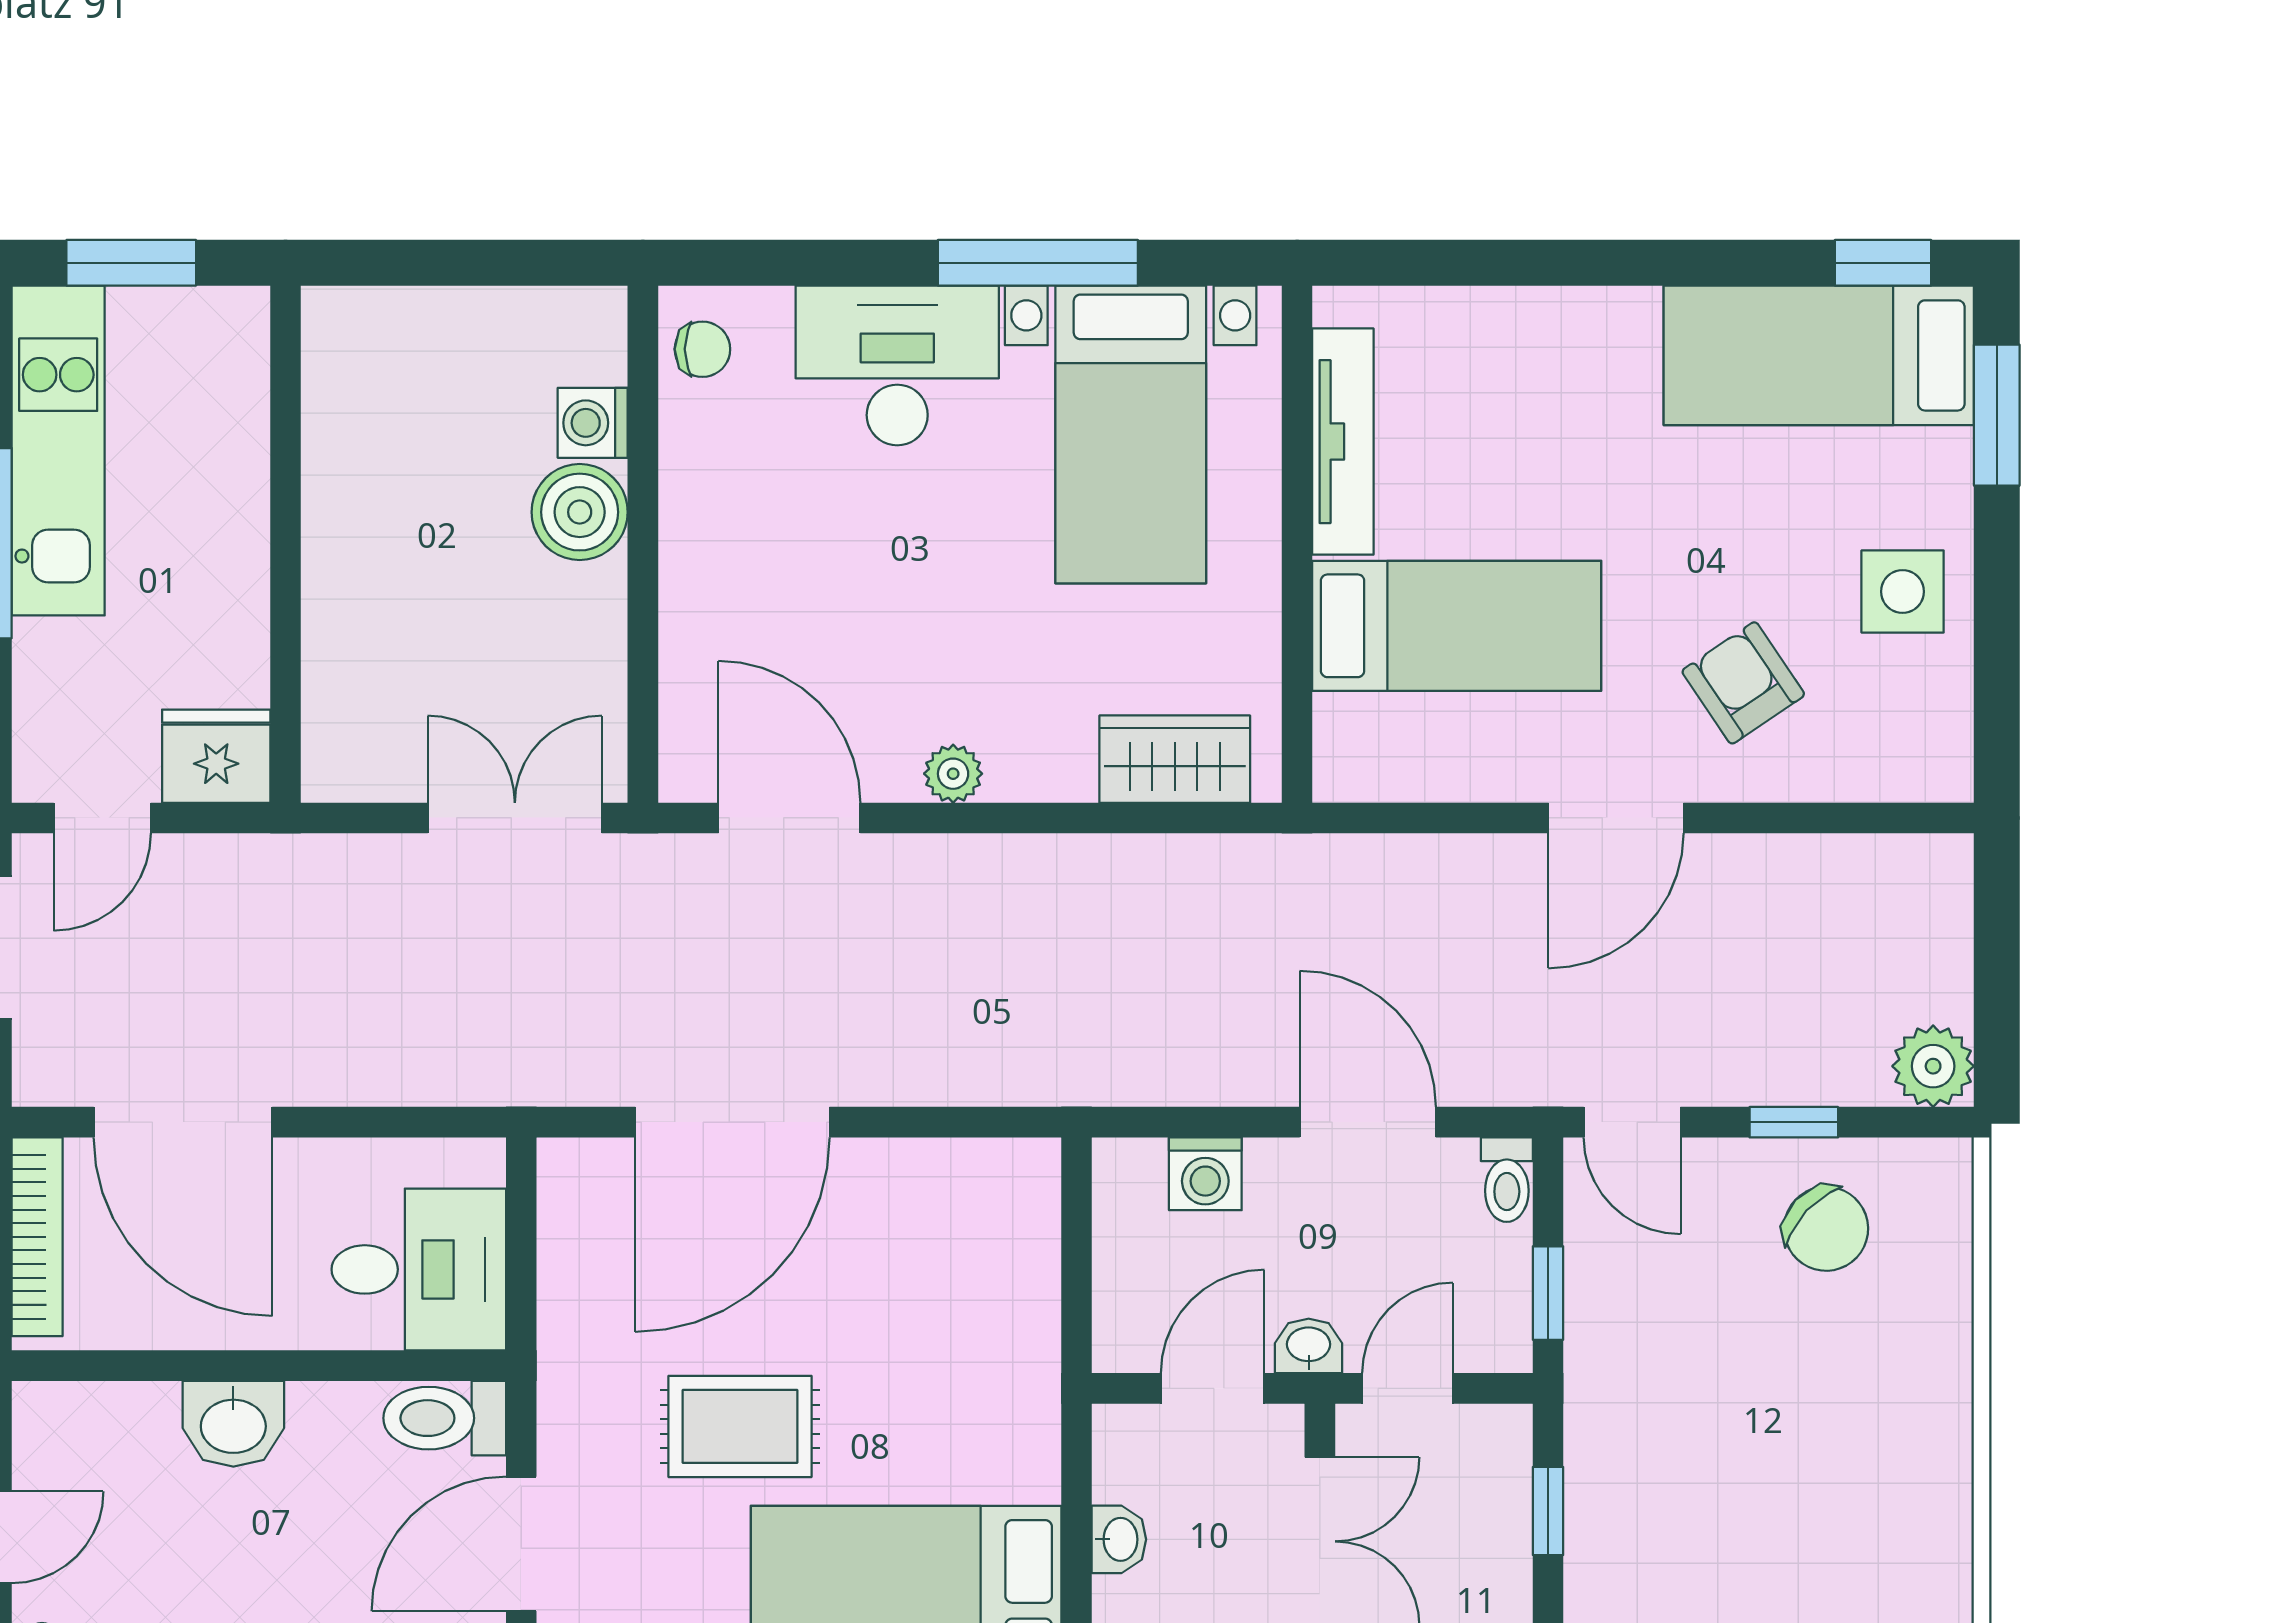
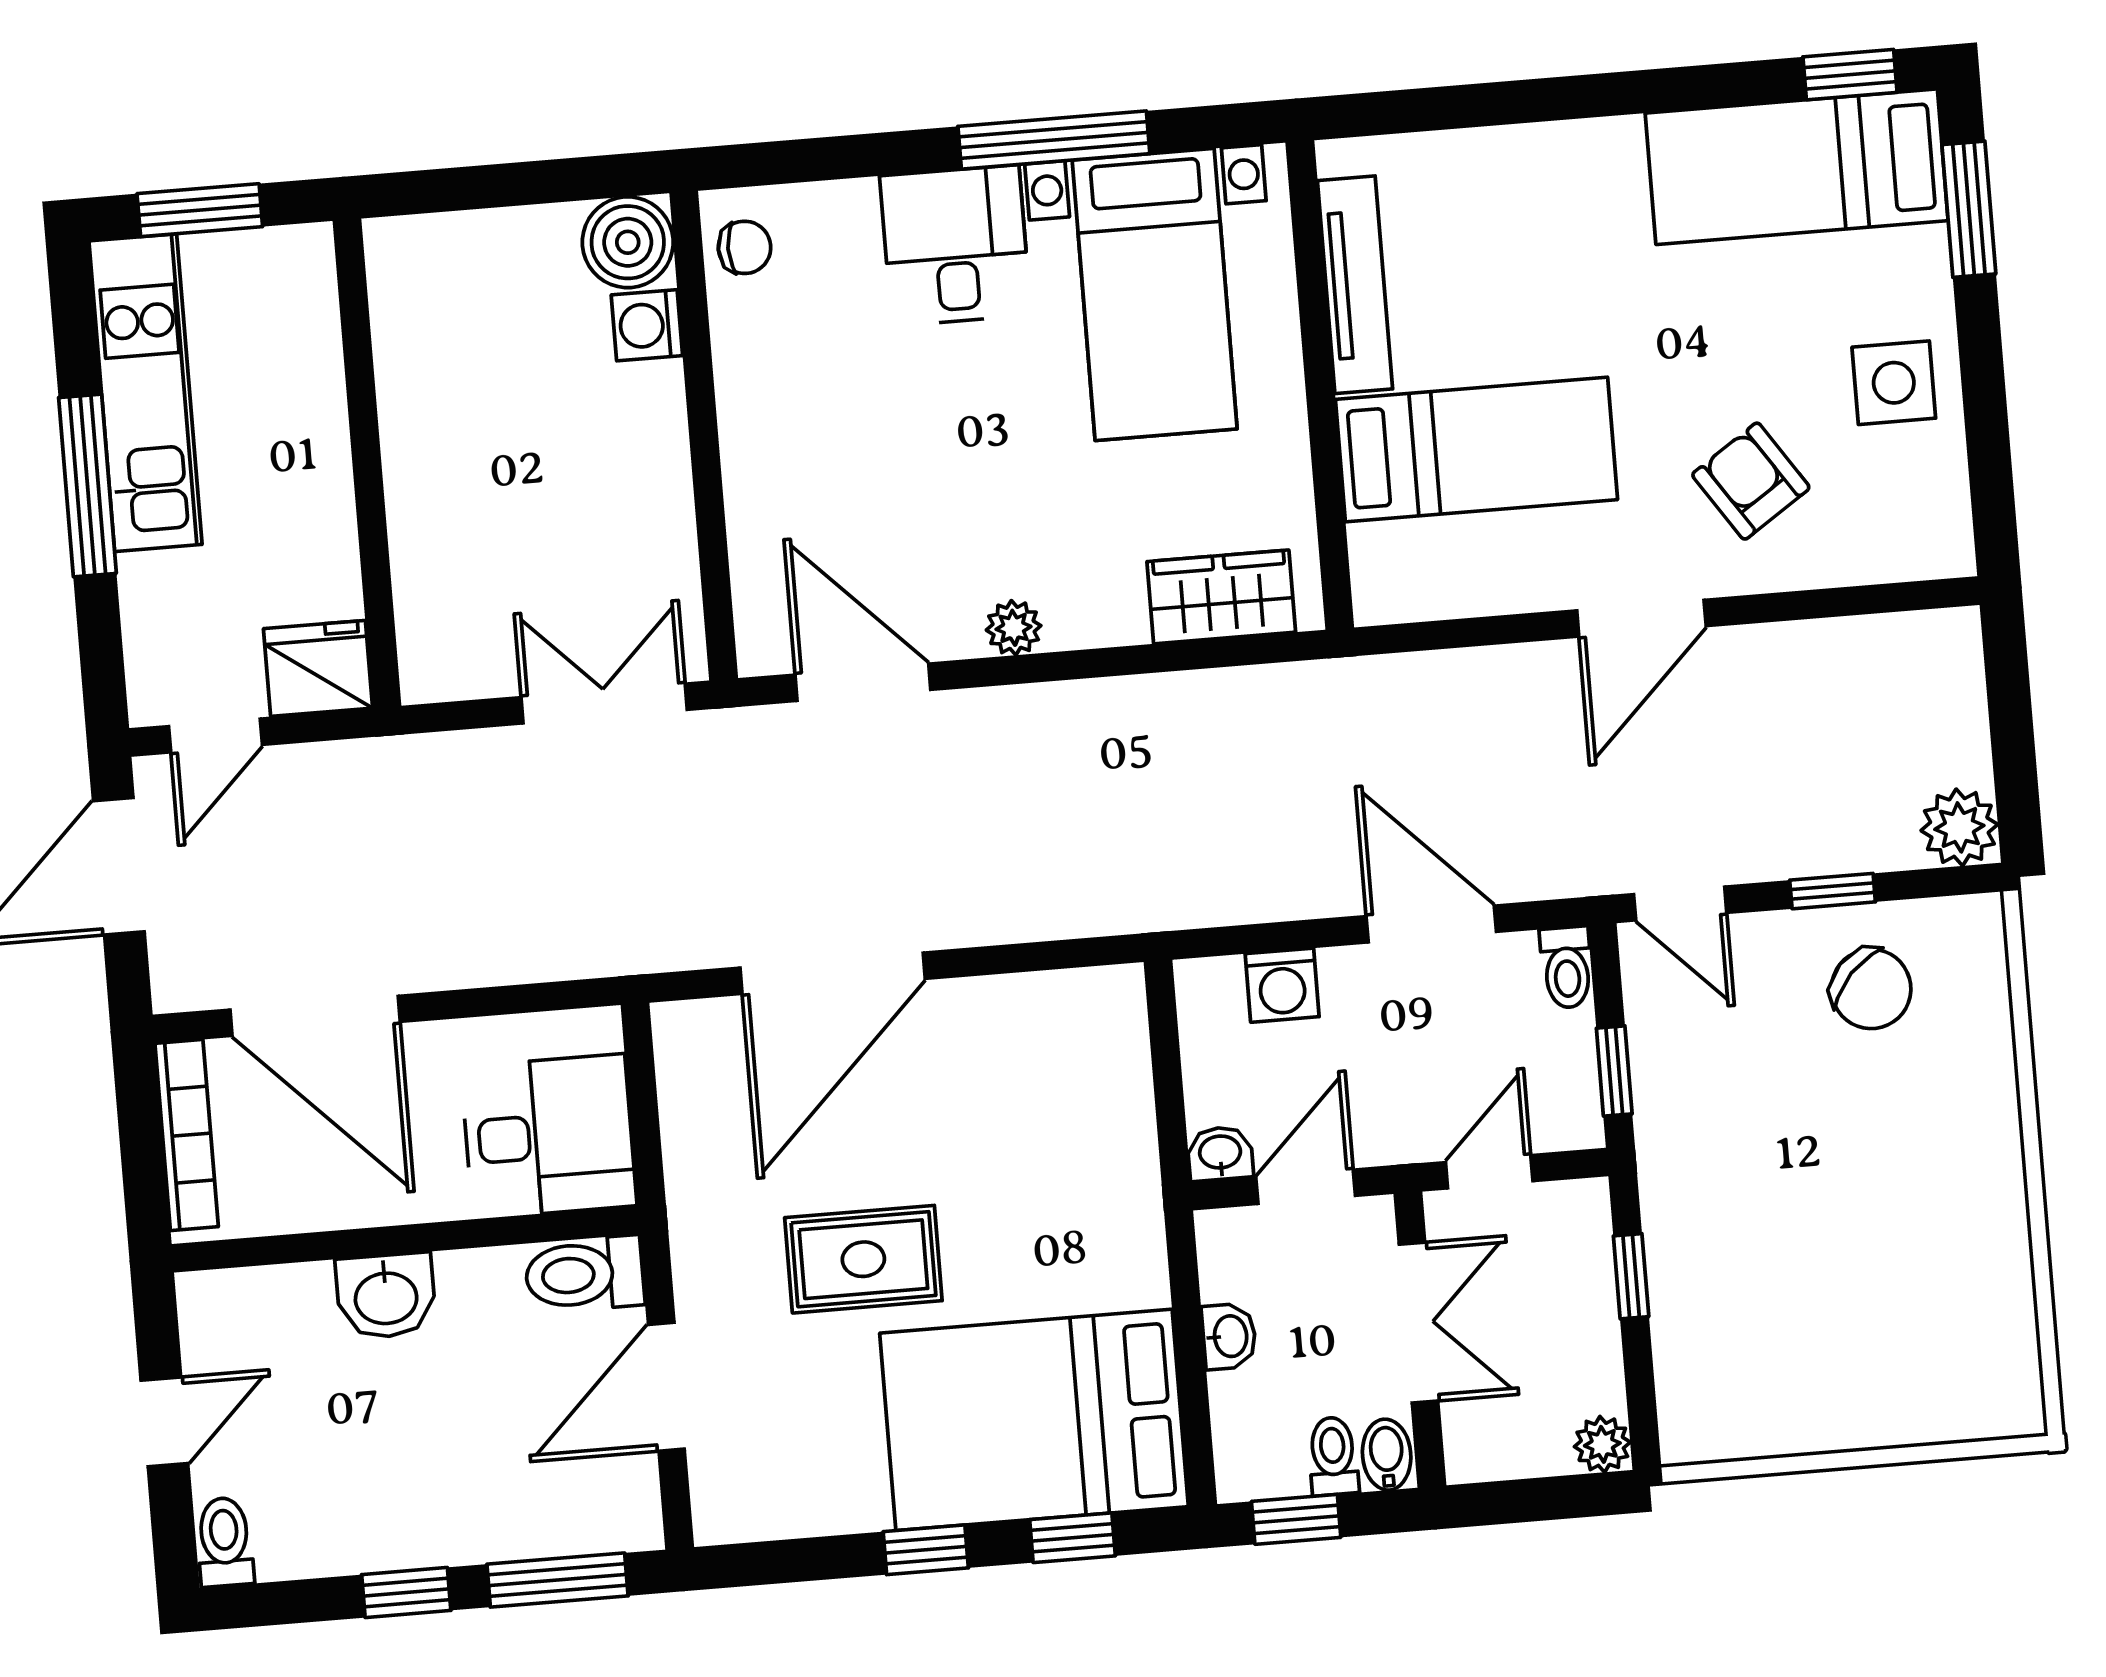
desk: (897, 365) -> (955, 245), width x0.73
boiler: (580, 512) -> (628, 242), moved
washbasin: (1309, 1346) -> (1220, 1154), moved

